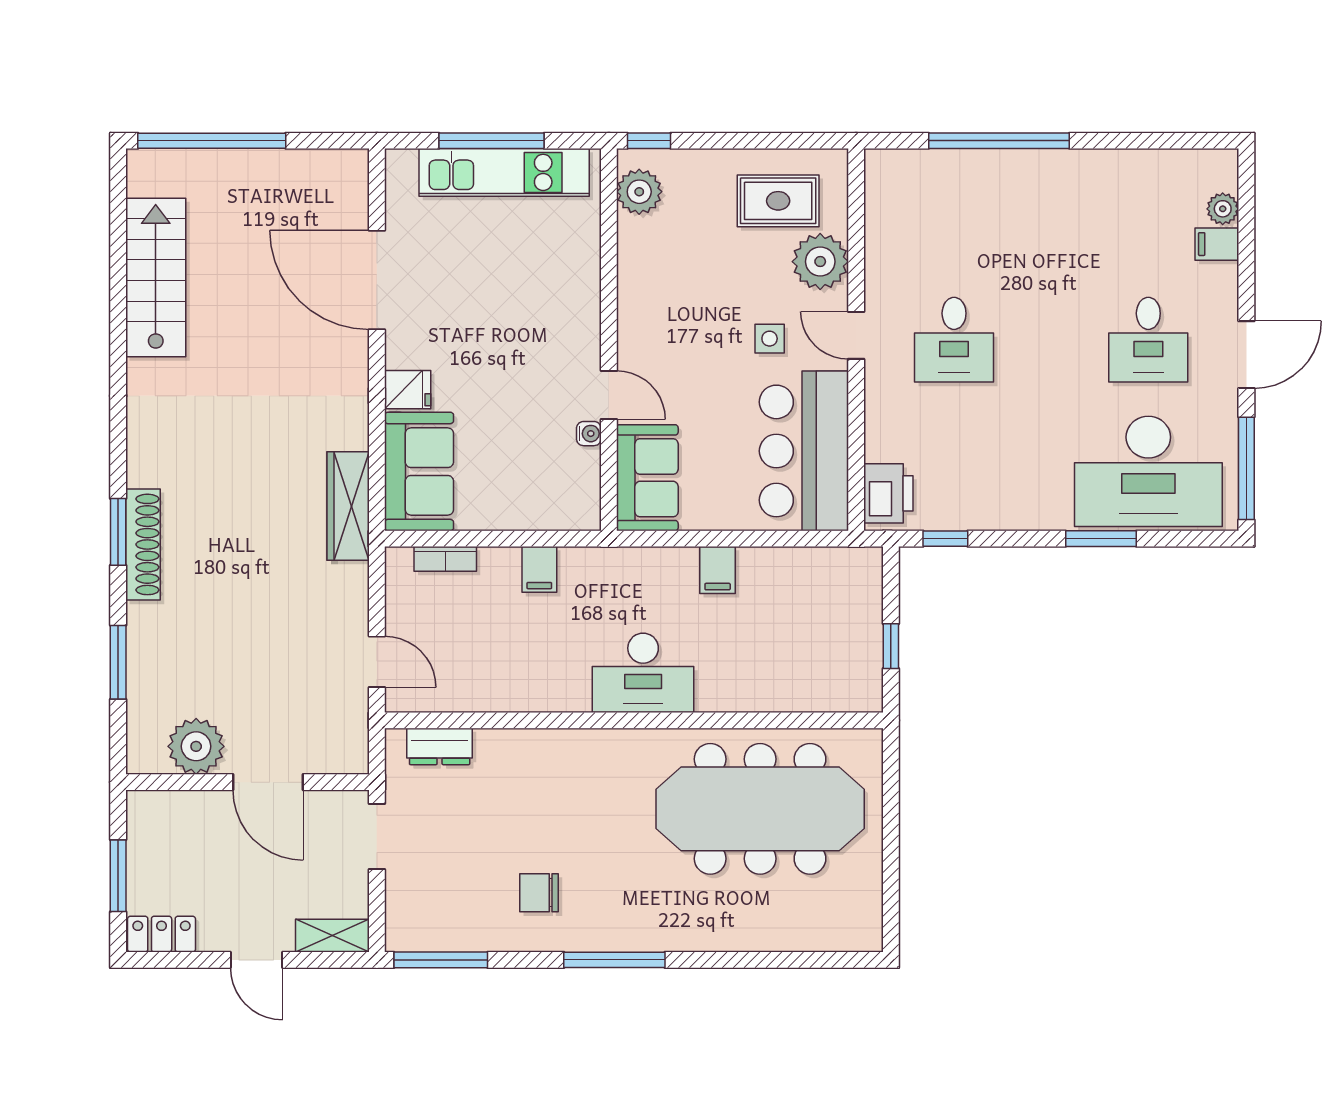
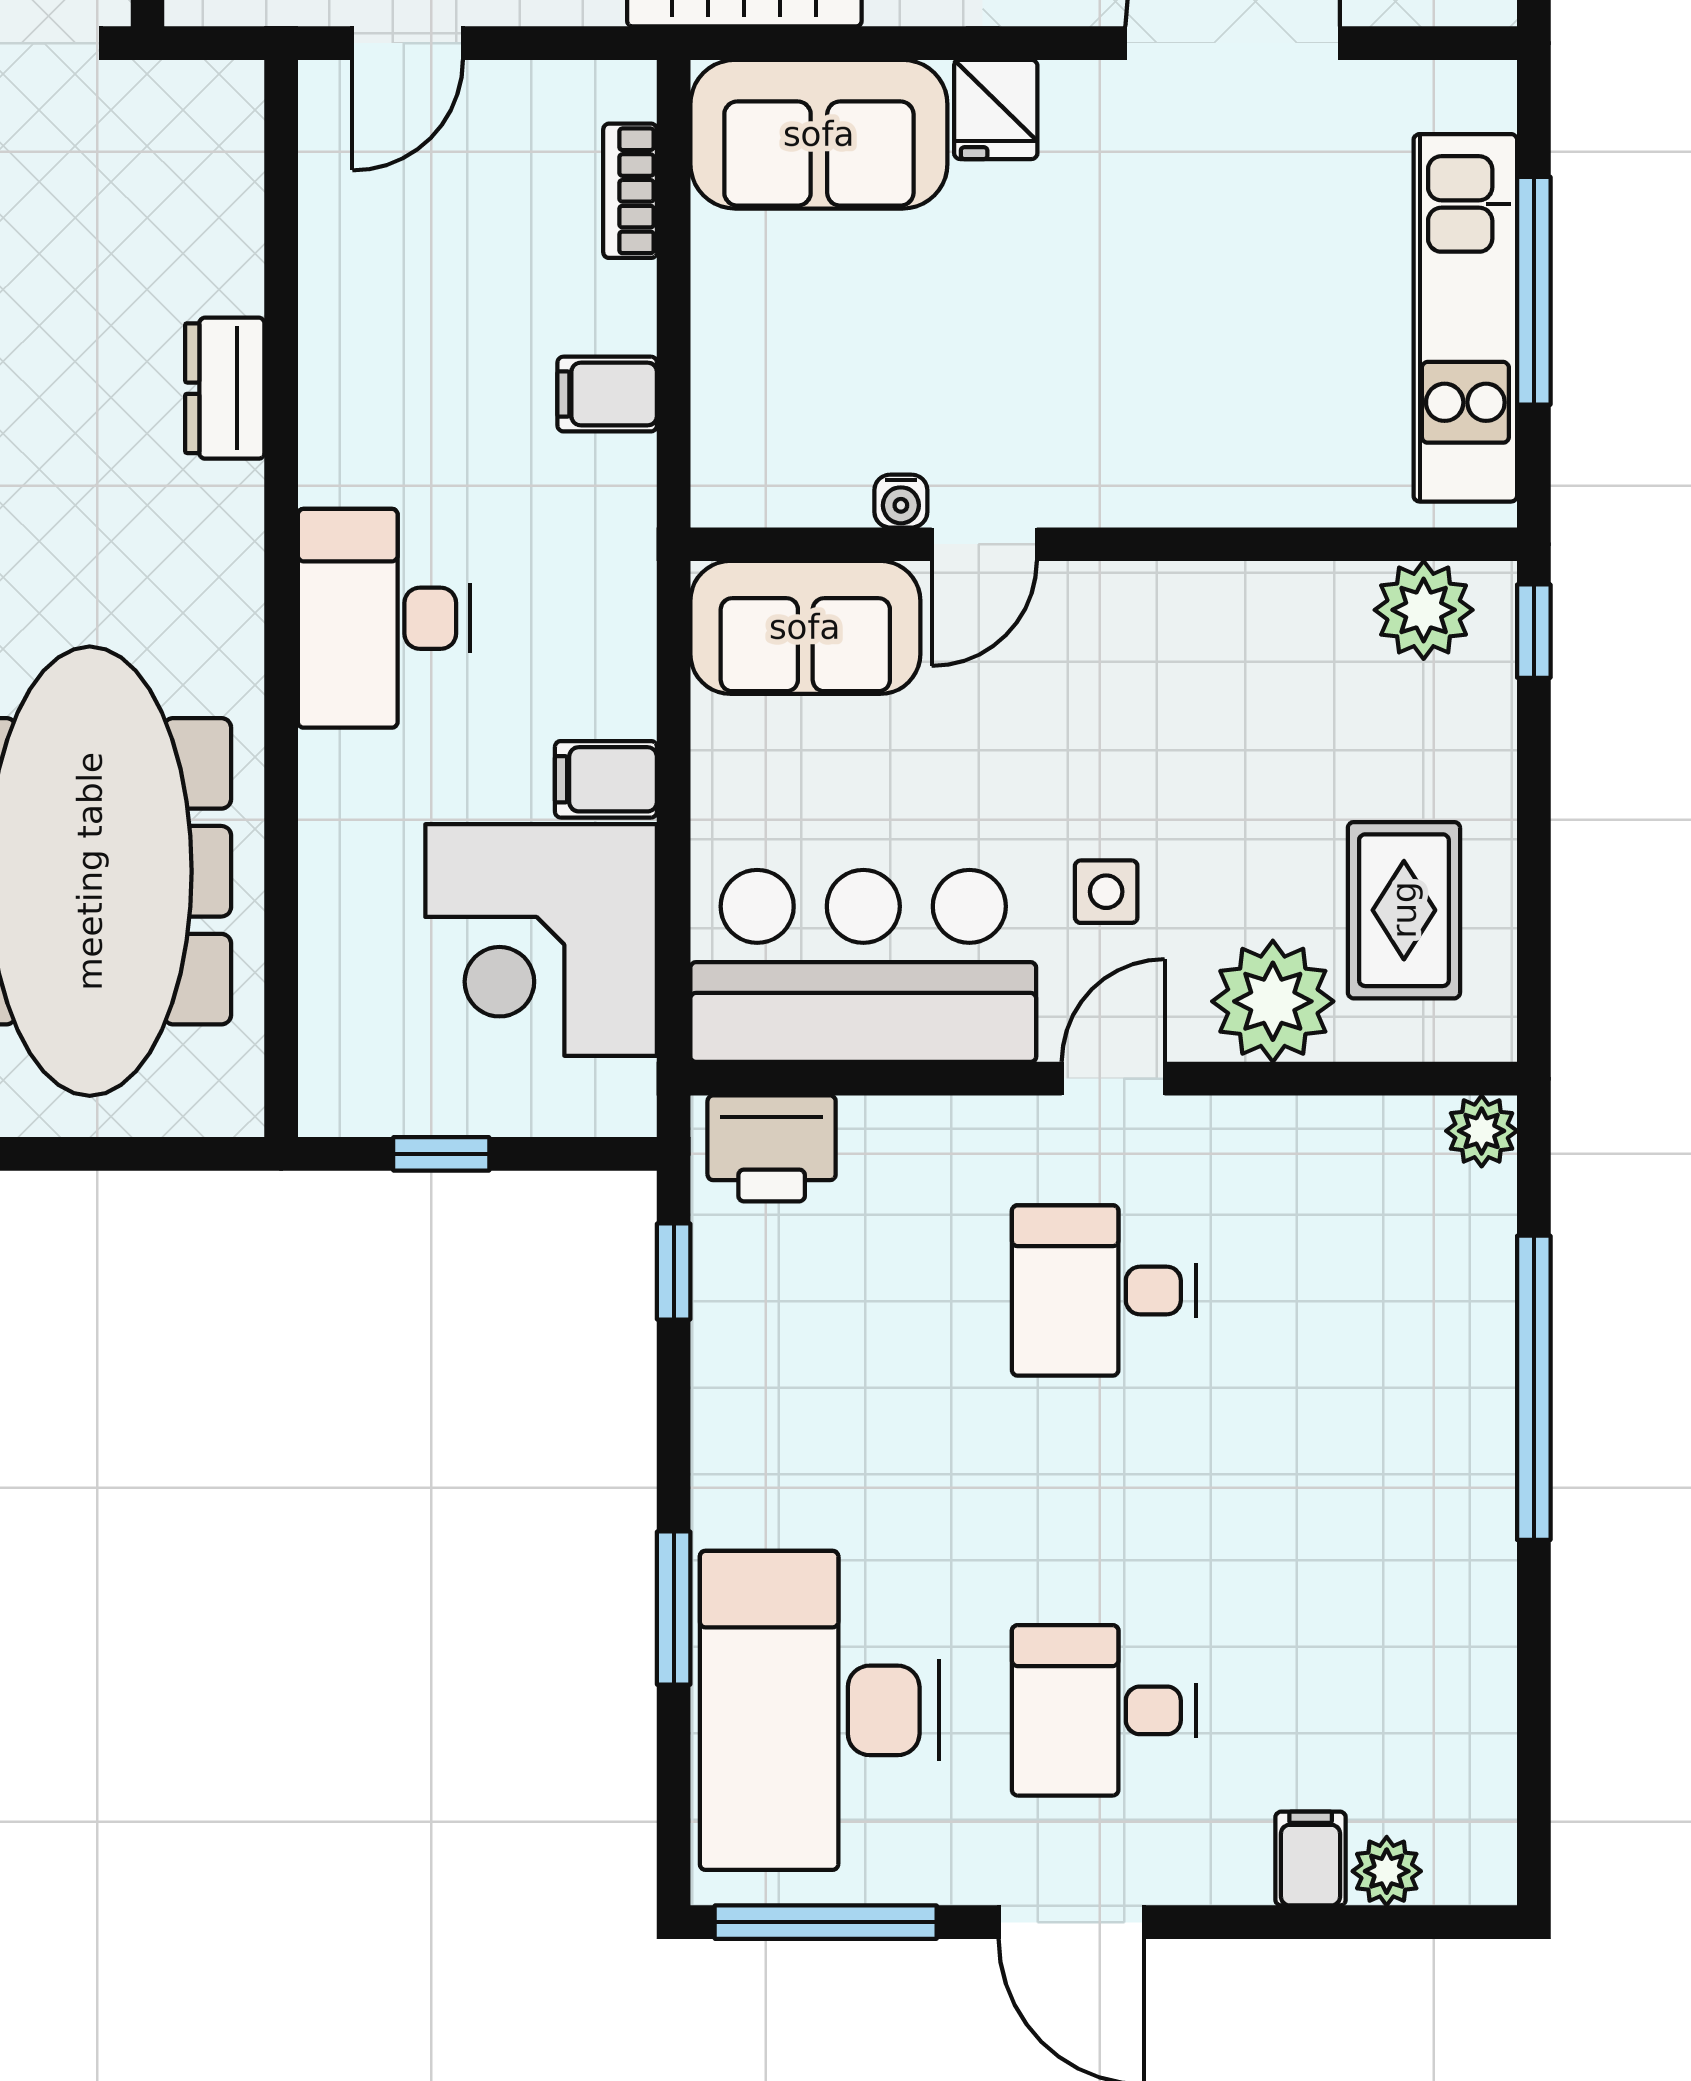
plant: (880, 165) -> (1482, 1131), added
corner desk: (792, 600) -> (541, 940), added
dresser: (440, 746) -> (225, 388), moved

